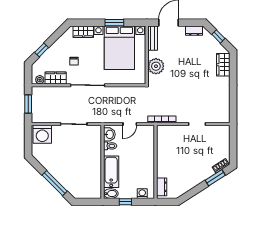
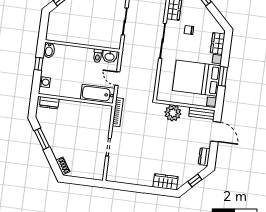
bathtub: (111, 172) -> (98, 94), moved, turned 180
window: (215, 178) -> (42, 139), moved

